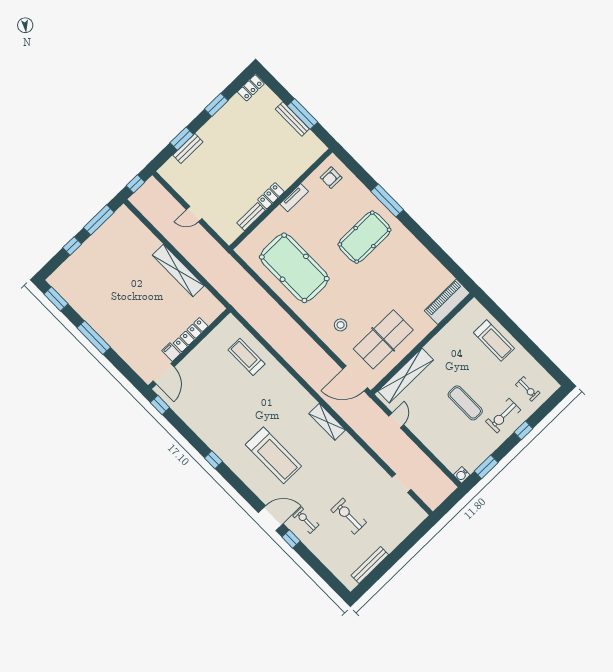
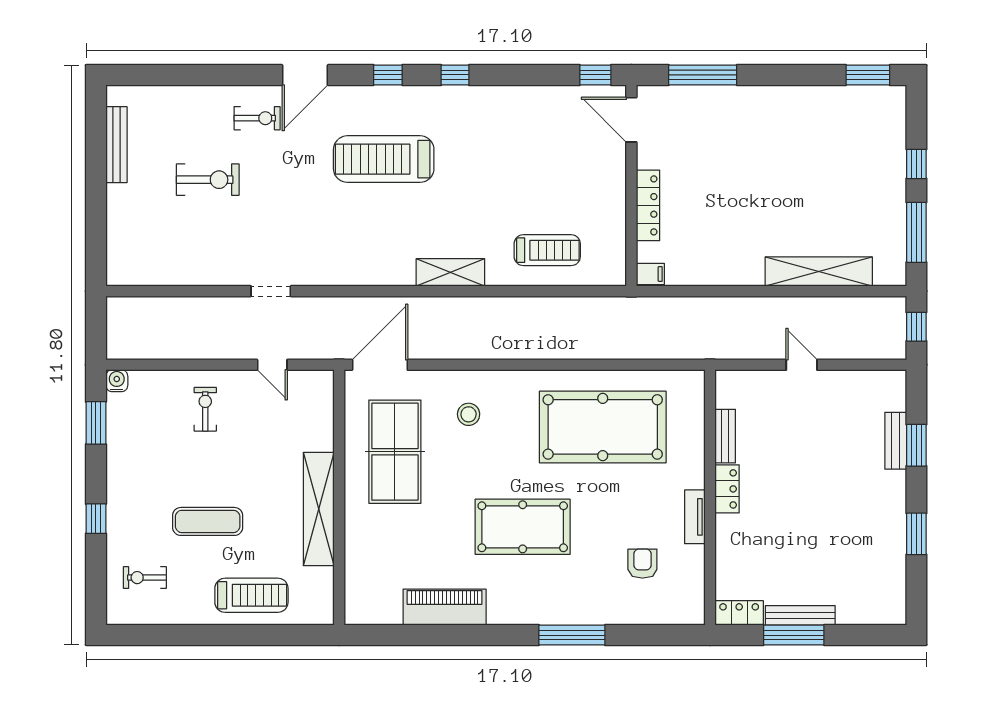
locker: (251, 88) -> (739, 613), moved, turned 90
armchair: (331, 178) -> (642, 564), moved
door: (194, 214) -> (802, 365), hinge flipped
pool table: (364, 237) -> (523, 527), moved, turned 90
shelving: (178, 270) -> (819, 272), moved
piano: (447, 302) -> (445, 607), moved, turned -90
window: (94, 338) -> (703, 75), moved
treadmill: (494, 341) -> (251, 595), turned 180
filing cabinet: (171, 352) -> (650, 274), moved
shelving: (406, 376) -> (319, 509), moved
exercise mat: (465, 403) -> (208, 521), moved
exercise bike: (503, 416) -> (205, 409), moved, width x0.73, depth x0.72
shelving: (327, 422) -> (450, 272), moved
doorway: (402, 483) -> (271, 291), moved
window: (291, 539) -> (388, 75), moved

